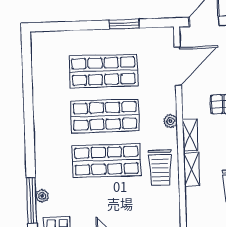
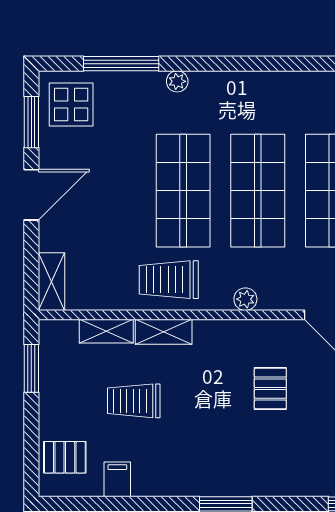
shelving: (190, 135) -> (106, 331), moved
plant: (42, 196) -> (177, 81), moved

